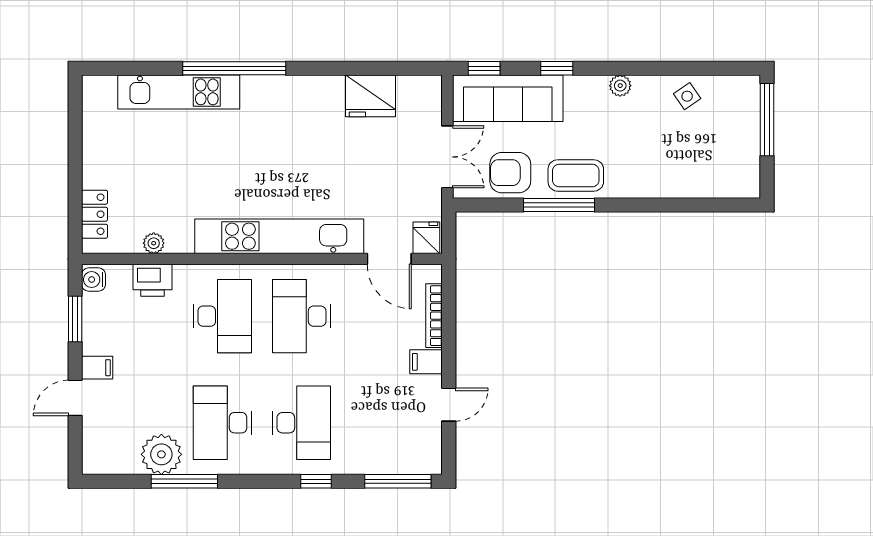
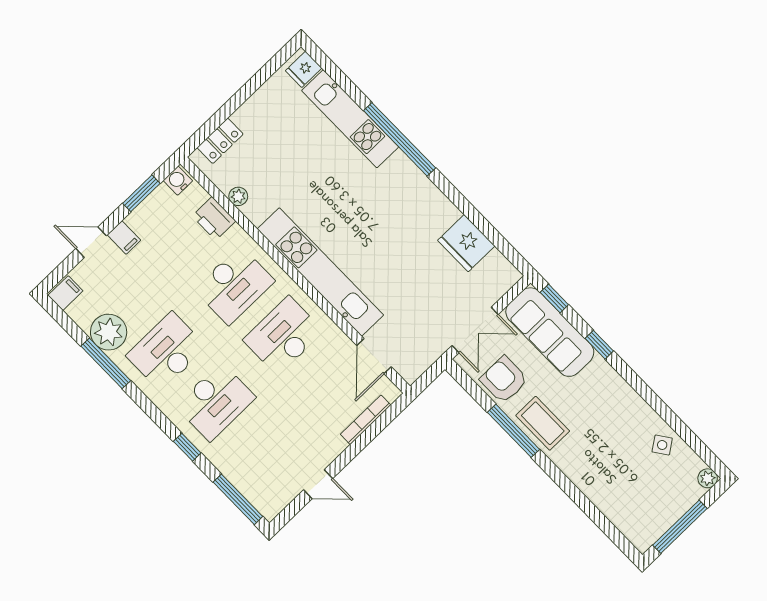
plant: (620, 86) -> (708, 478), moved
window: (767, 120) -> (680, 527), moved
fridge: (426, 238) -> (304, 69), moved, turned 180
filing cabinet: (426, 362) -> (65, 293), moved, turned 90

